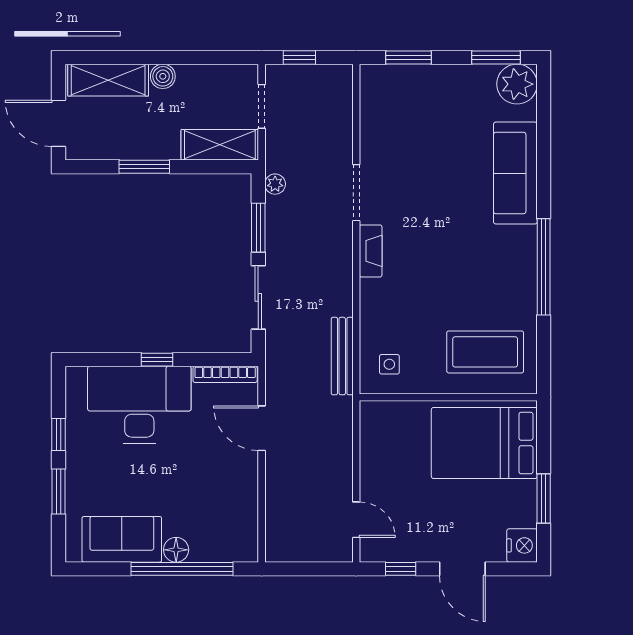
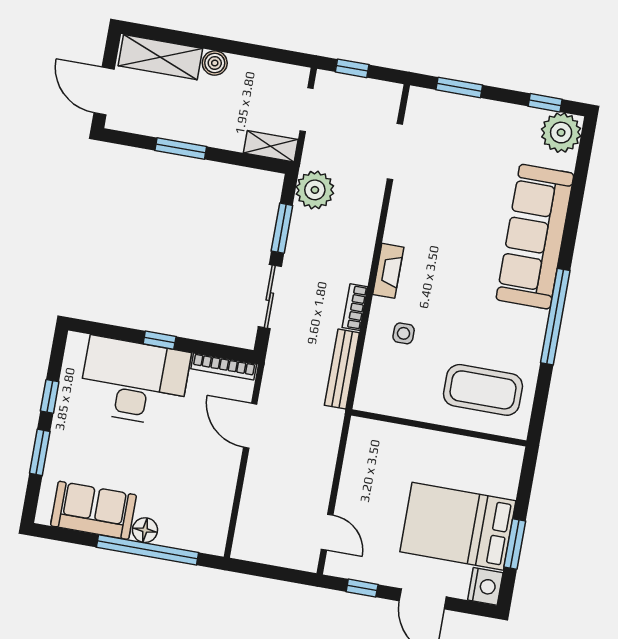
window: (496, 57) -> (545, 103), width x0.67
shelving: (220, 145) -> (271, 146), width x0.67, depth x0.75
sofa: (515, 173) -> (535, 237), width x1.36, depth x1.27
plant: (275, 184) -> (315, 190), width x1.88, depth x1.88
doorway: (356, 193) -> (395, 152), moved
bookcase: (344, 293) -> (355, 307), added
side table: (389, 364) -> (404, 333), moved
bed: (484, 443) -> (458, 526), moved

